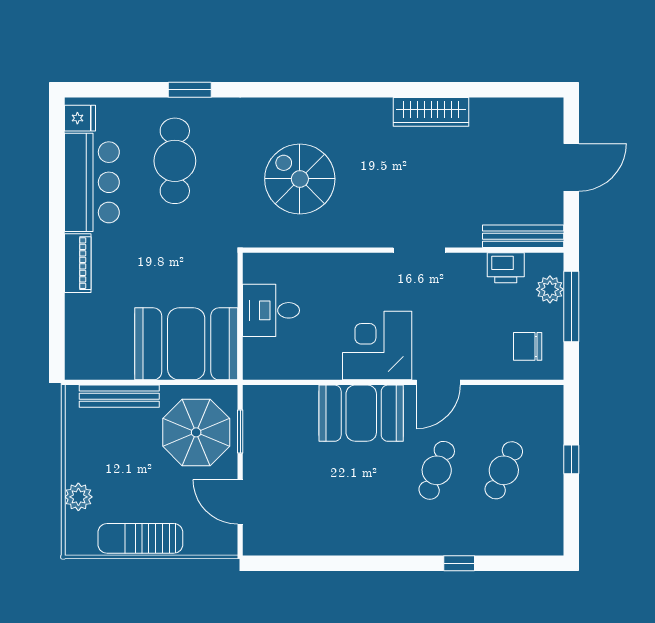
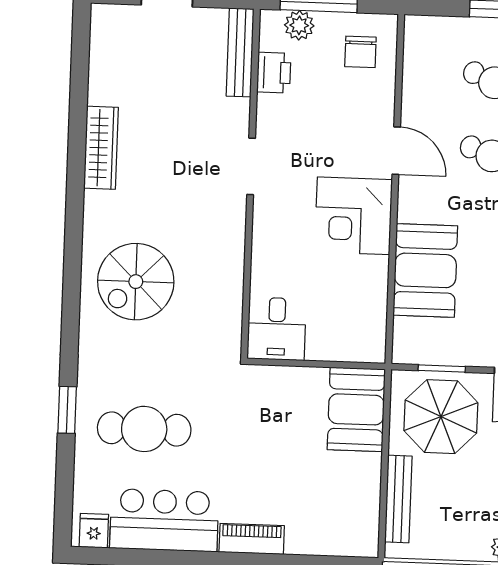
spiral stairs: (300, 179) -> (136, 282), moved
desk: (271, 310) -> (277, 329), moved
booth: (186, 344) -> (356, 409), width x0.73, depth x0.70
booth: (361, 413) -> (425, 270), moved

